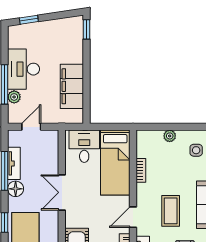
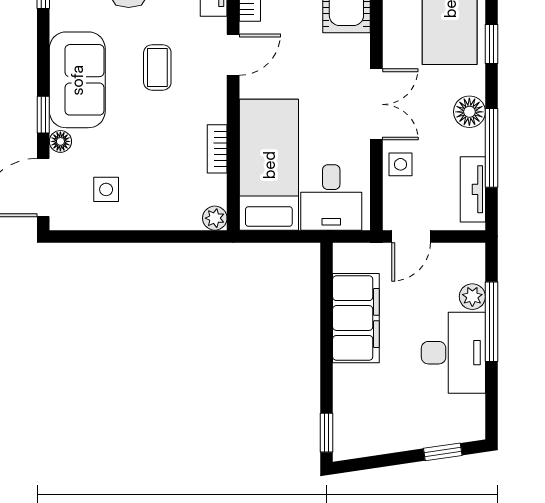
door: (31, 127) -> (411, 236), moved
plant: (170, 136) -> (215, 218), moved
tv unit: (14, 163) -> (473, 189), moved
side table: (50, 163) -> (401, 164), added
coffee table: (171, 211) -> (157, 67), width x0.73, depth x0.77

